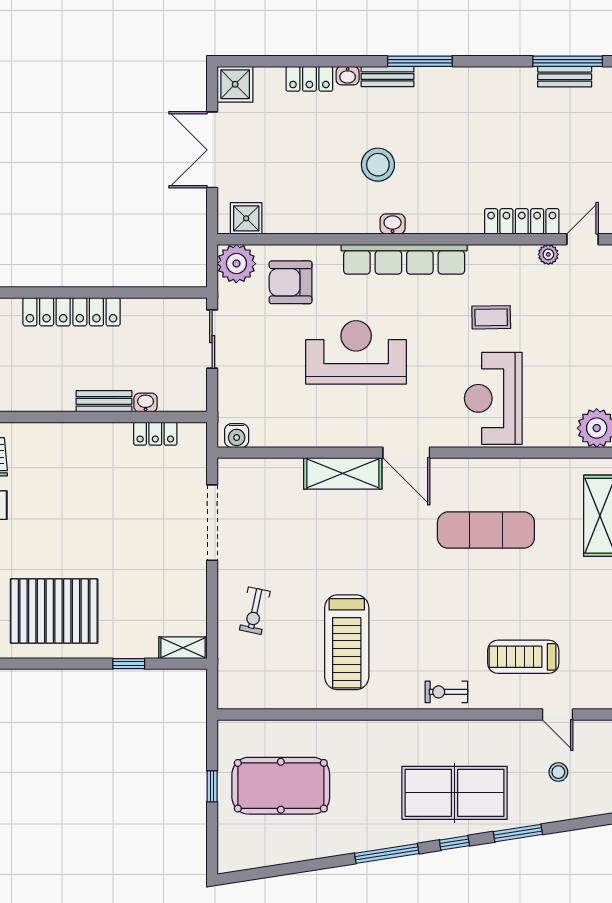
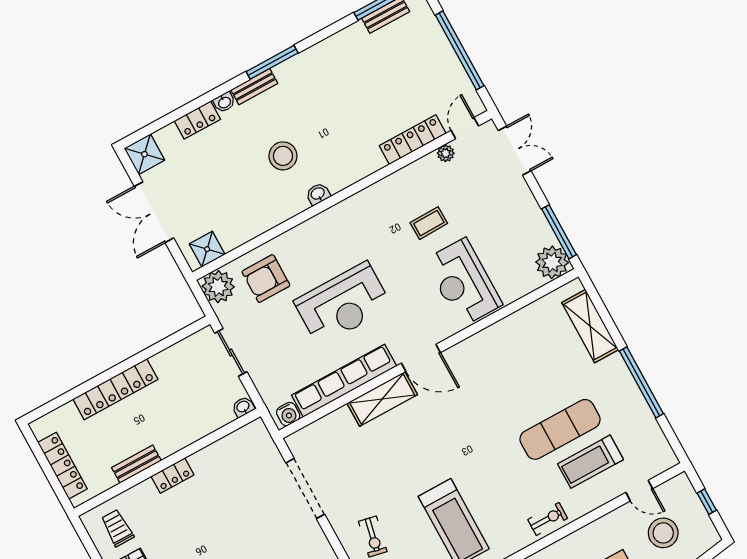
row of seats: (404, 259) -> (344, 381), moved, turned 180
reception desk: (356, 352) -> (343, 304), turned 180
bench: (104, 401) -> (136, 464), moved
washbasin: (146, 403) -> (243, 407), moved
locker: (155, 434) -> (173, 476), moved
exercise mat: (486, 530) -> (560, 429), moved
exercise bike: (446, 692) -> (548, 519), turned 180
stool: (558, 772) -> (663, 533), width x1.89, depth x1.89

